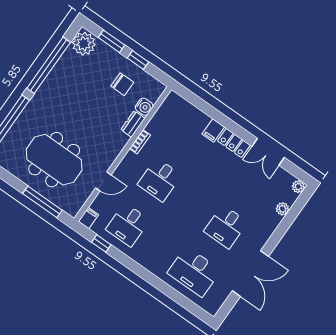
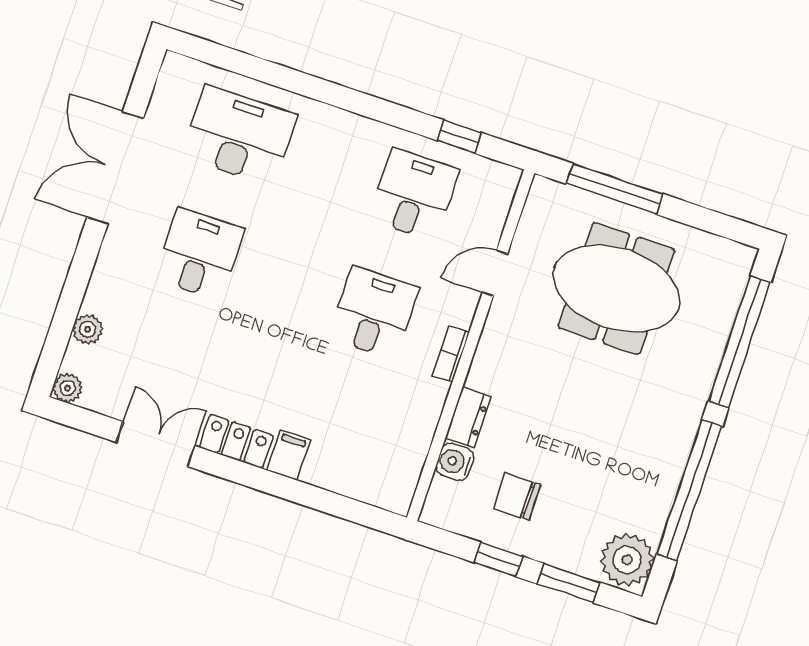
bookcase: (140, 142) -> (451, 354), moved
filing cabinet: (88, 218) -> (504, 184), removed

